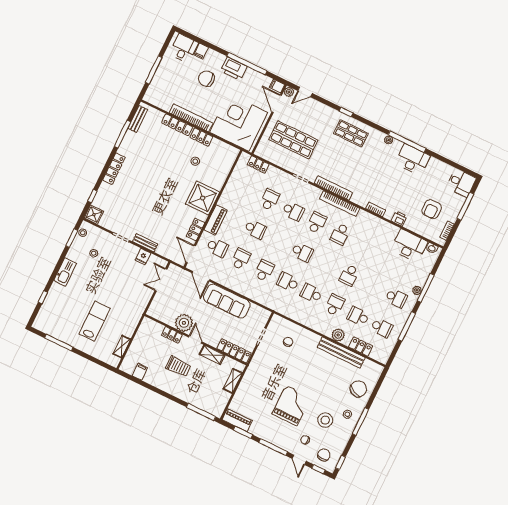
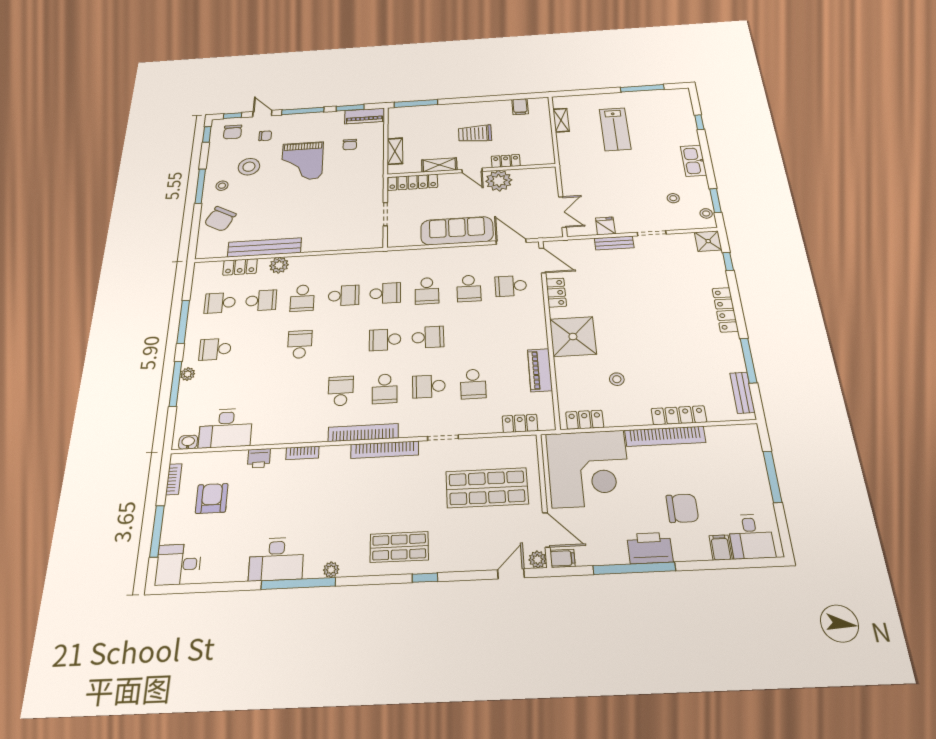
locker: (201, 137) -> (585, 420), moved
piano: (216, 220) -> (540, 370), moved
school desk: (255, 229) -> (428, 337), moved, turned 180
chair: (288, 342) -> (350, 145), moved

